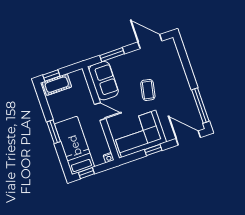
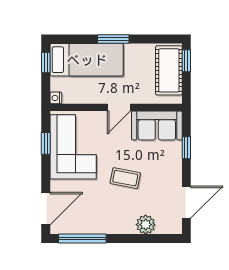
window: (112, 55) -> (186, 148), width x0.67
plant: (175, 65) -> (146, 225), added
cot: (57, 85) -> (169, 70), width x1.37, depth x1.34
window: (153, 150) -> (46, 143), moved

